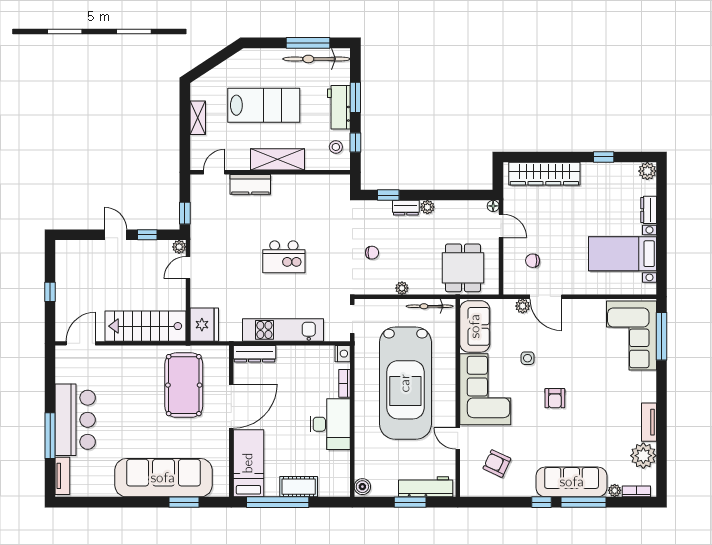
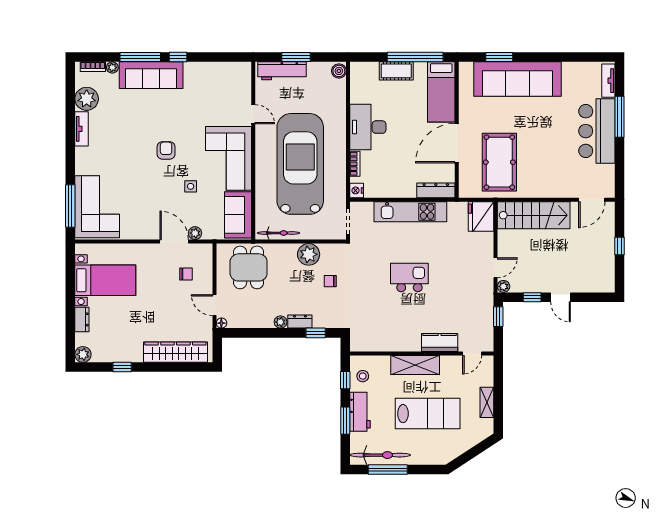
lab bench: (264, 105) -> (428, 414), turned 180
plant: (402, 288) -> (309, 254), width x1.88, depth x1.88
armchair: (497, 464) -> (218, 92), removed

